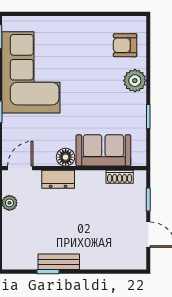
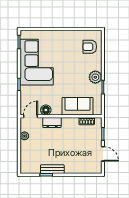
plant: (135, 81) -> (95, 77), moved
floor lamp: (66, 157) -> (46, 110), moved

